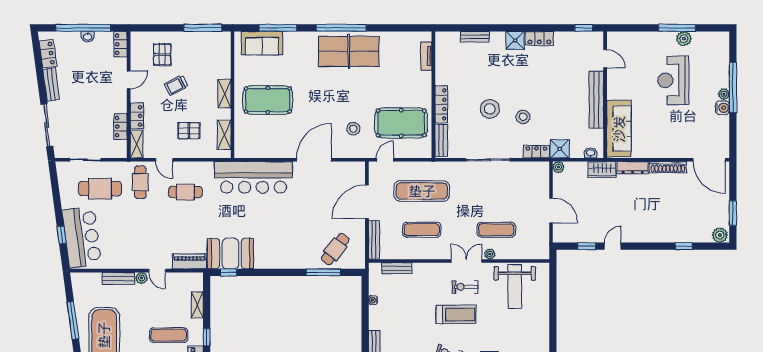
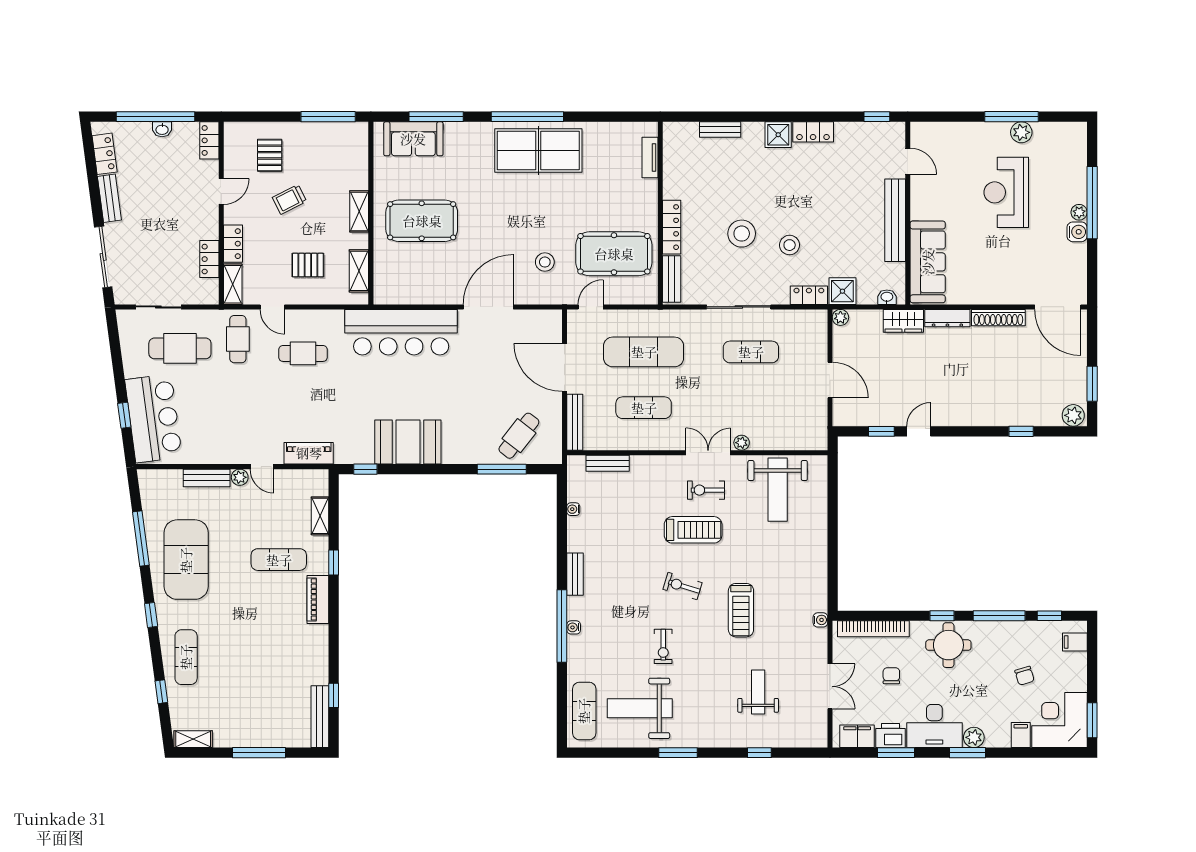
door: (367, 202) -> (564, 367), hinge flipped
exercise mat: (496, 230) -> (751, 352), moved
booth: (230, 254) -> (408, 442), moved

